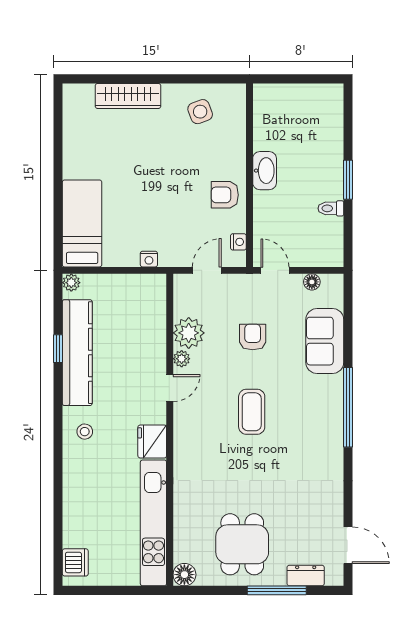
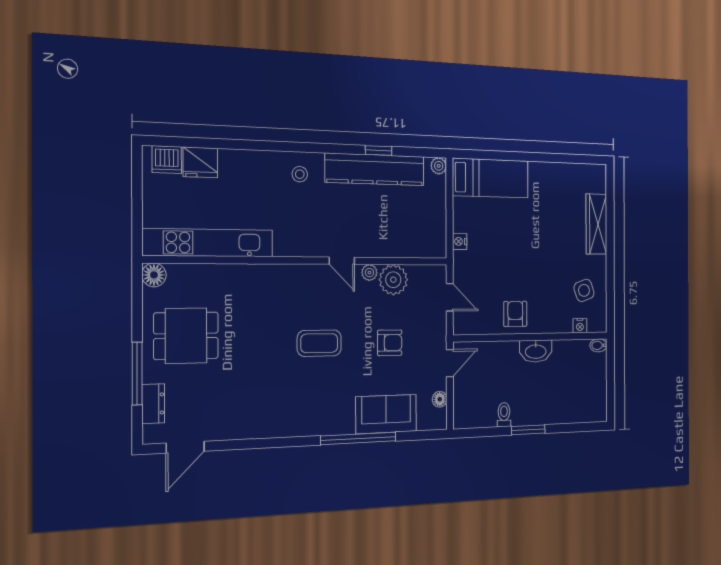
bidet: (260, 94) -> (598, 345), added
nightstand: (238, 242) -> (580, 326), moved
window: (348, 407) -> (358, 438), moved
fridge: (152, 441) -> (200, 162), moved, turned 180

